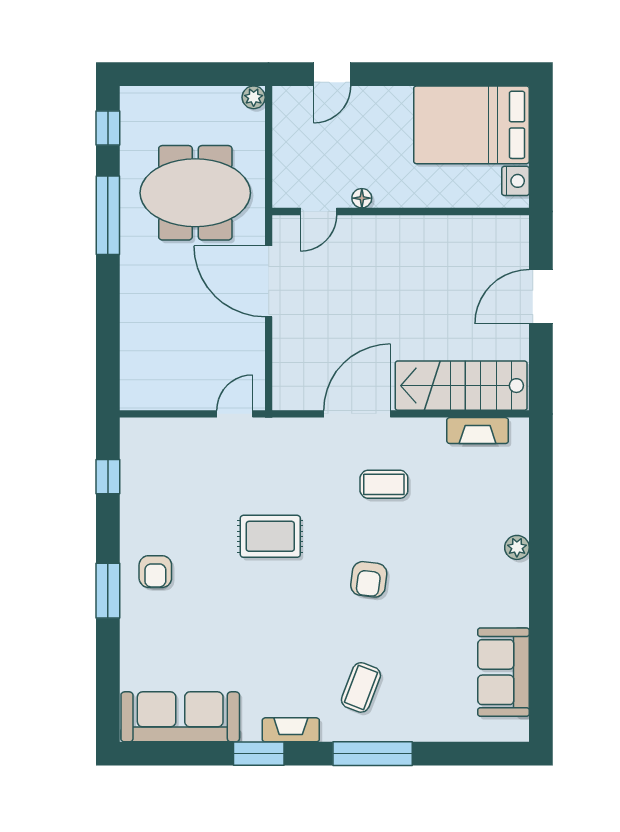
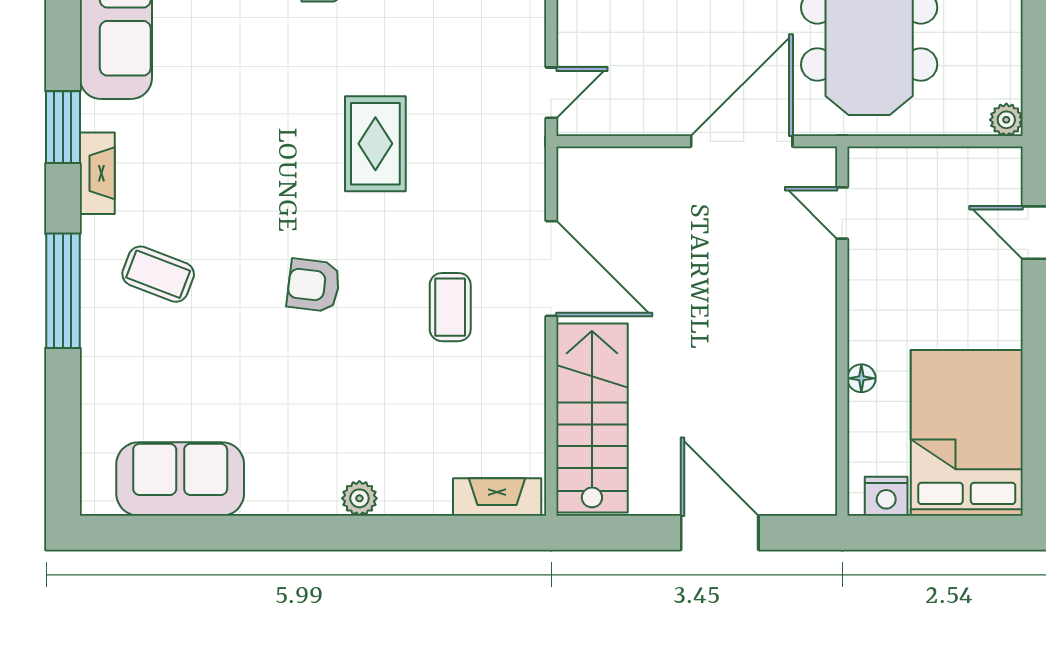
floor lamp: (362, 198) -> (861, 378), moved
door: (235, 414) -> (551, 93), hinge flipped
fireplace: (478, 431) -> (497, 497), moved, turned 90

